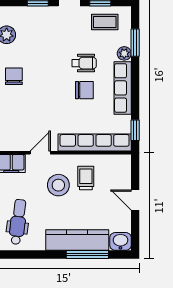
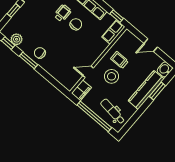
row of seats: (95, 142) -> (113, 32), width x0.50
door: (40, 153) -> (88, 72), hinge flipped
window: (87, 254) -> (157, 91), width x0.69

